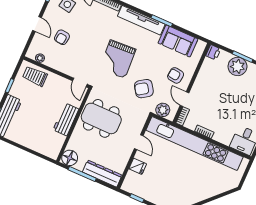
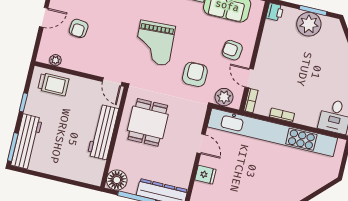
door: (37, 24) -> (44, 17), hinge flipped
trolley: (35, 76) -> (53, 84), turned 180
armchair: (144, 89) -> (195, 74), turned 124
dining table: (101, 118) -> (148, 122), width x0.73
workbench: (66, 119) -> (103, 132), width x1.38

